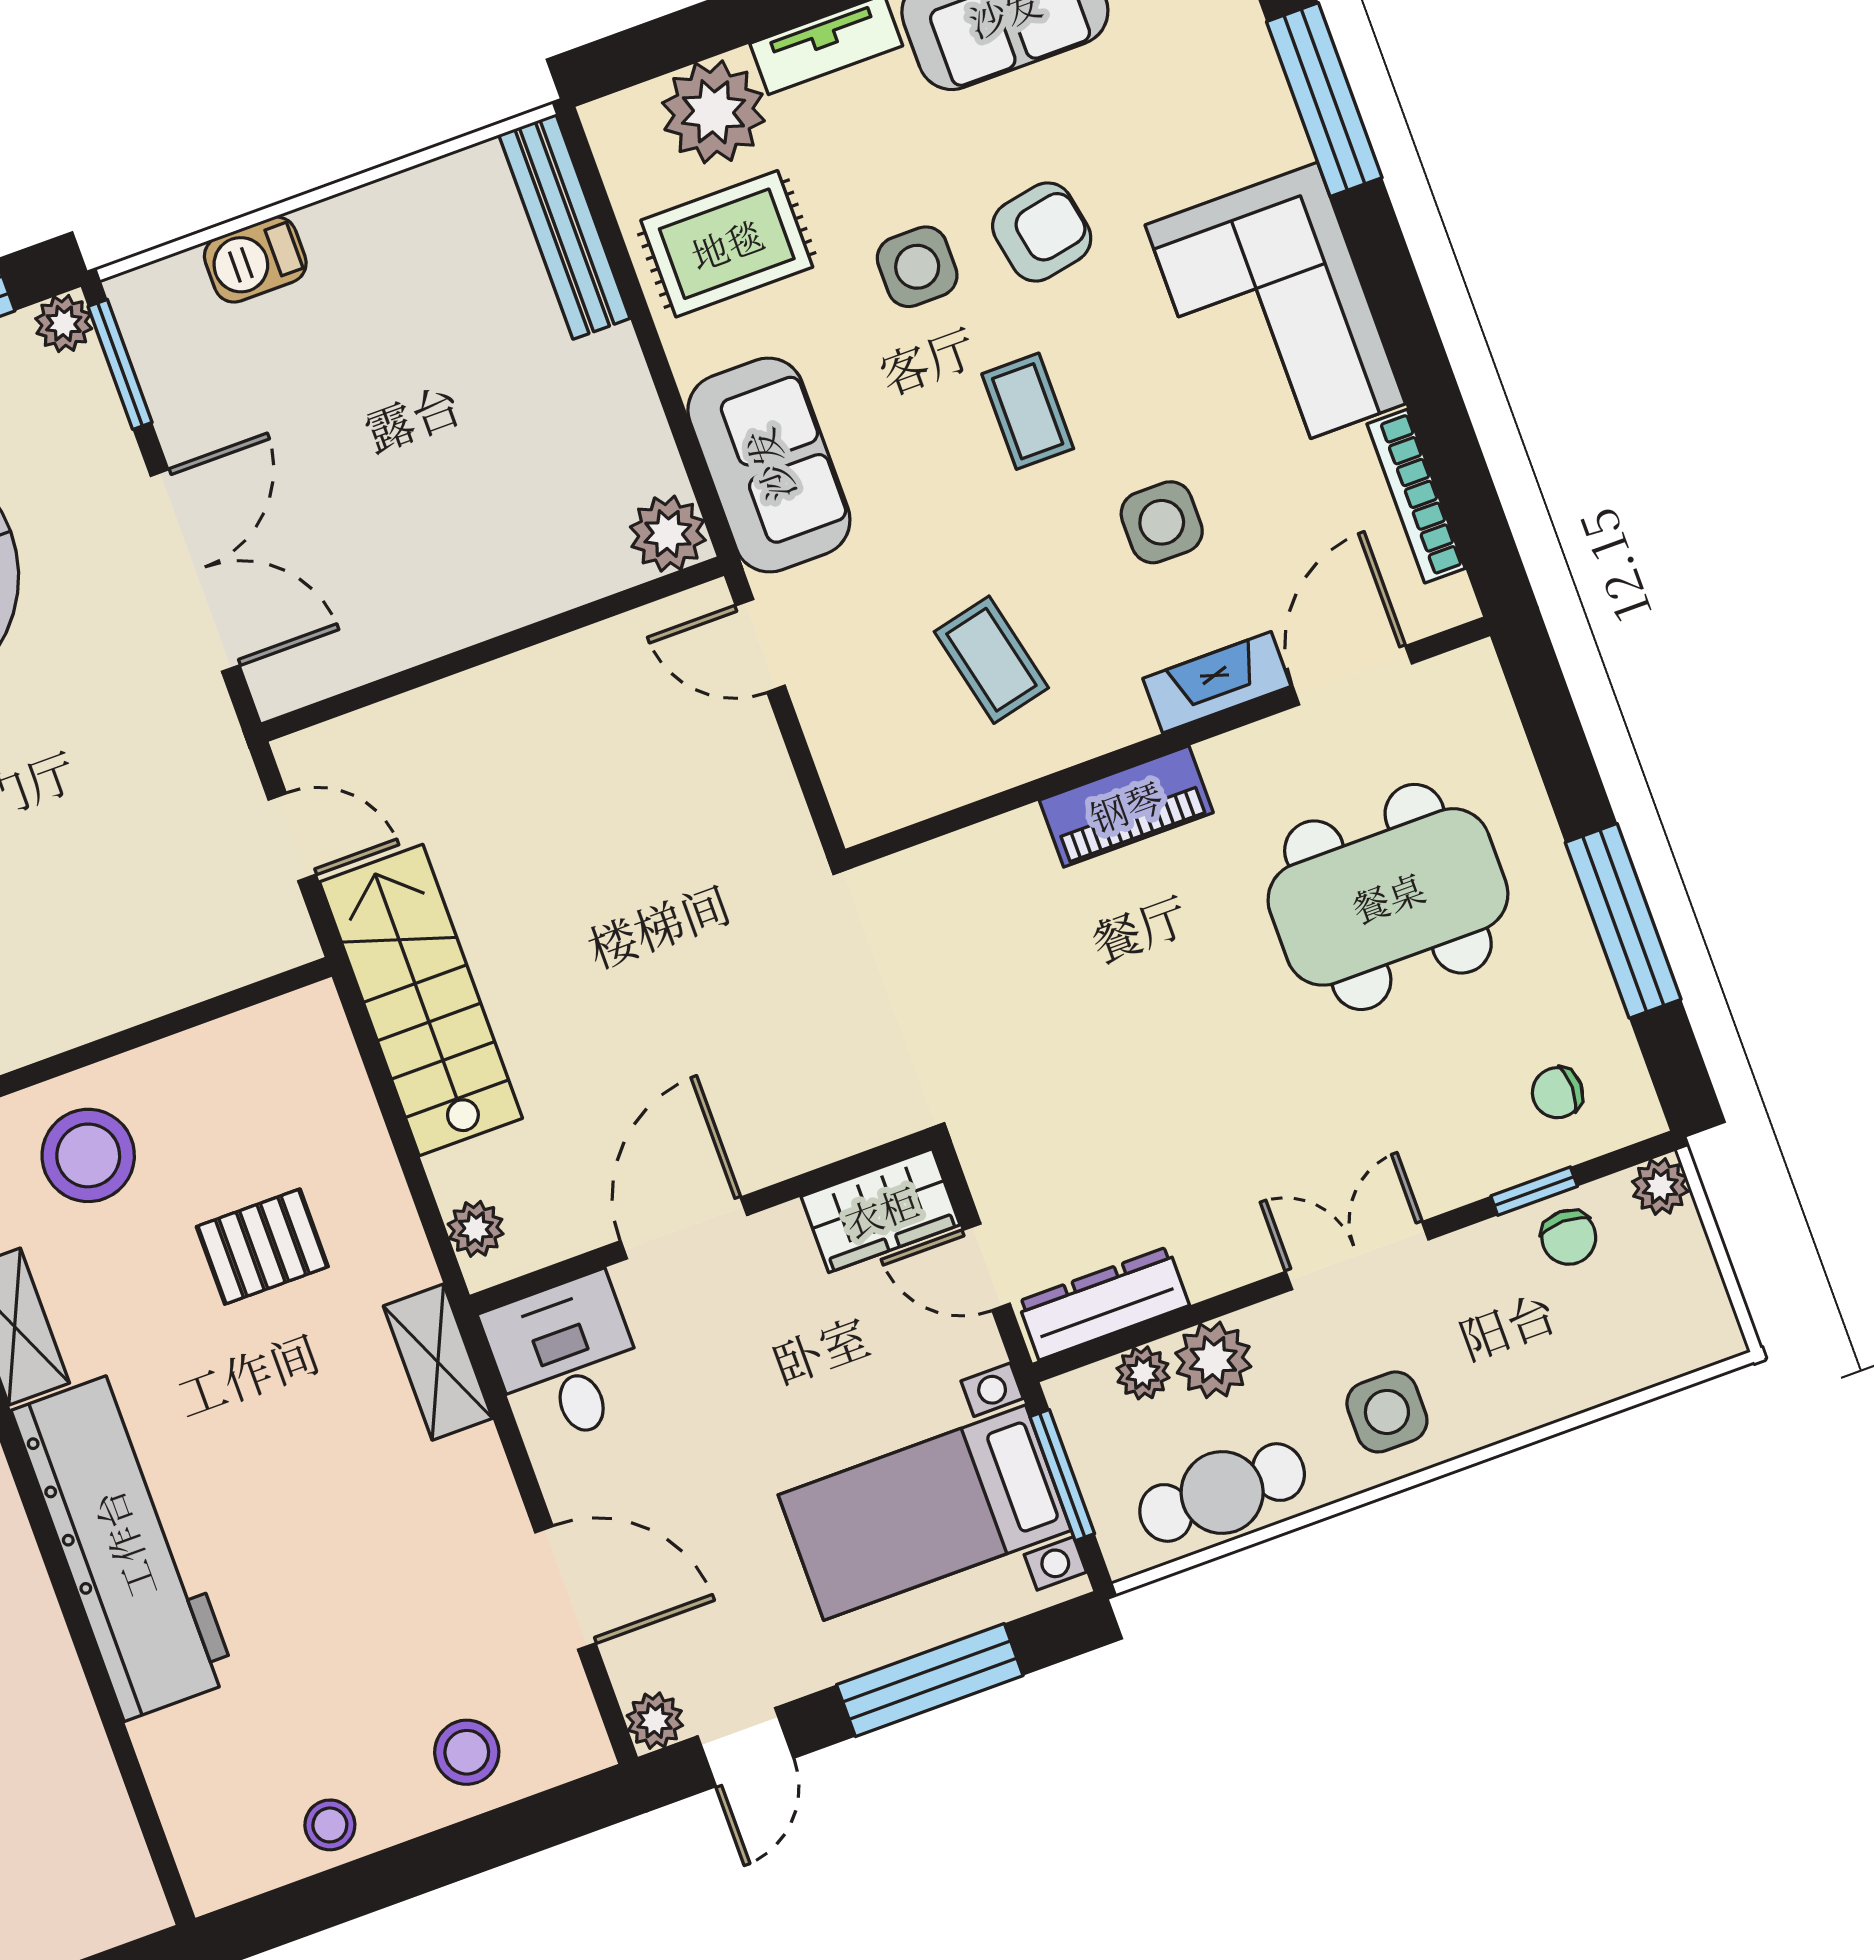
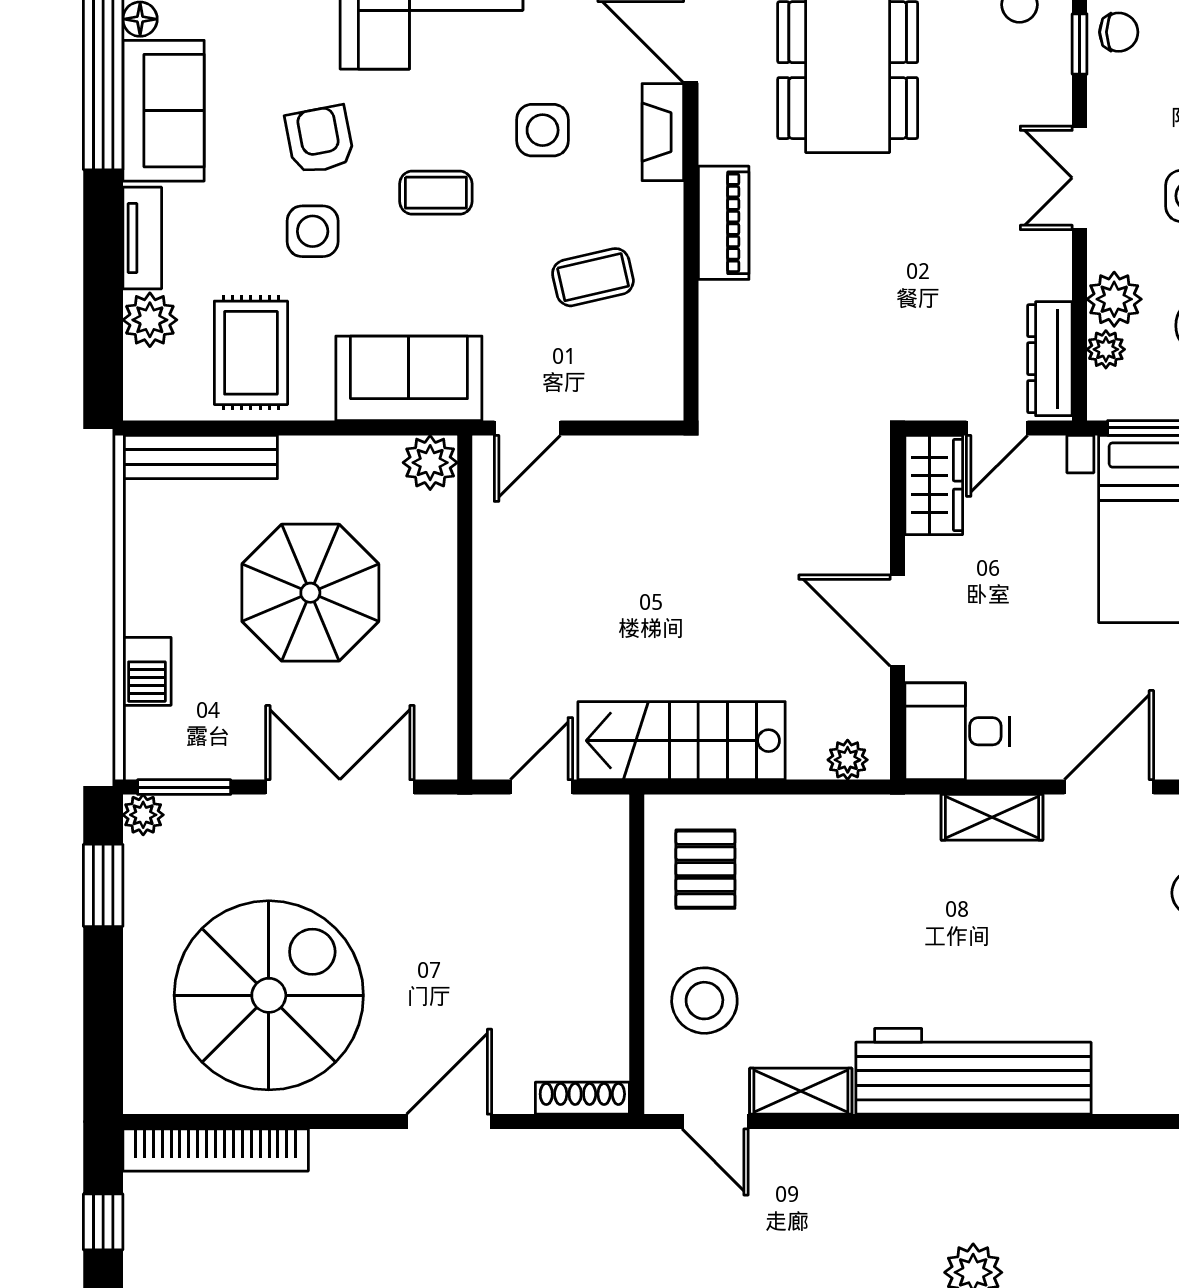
plant: (713, 112) -> (150, 320), width x0.73, depth x0.73
parasol: (438, 438) -> (310, 593), added
pallet: (262, 1247) -> (705, 869), moved
shelving: (438, 1362) -> (992, 817), moved

